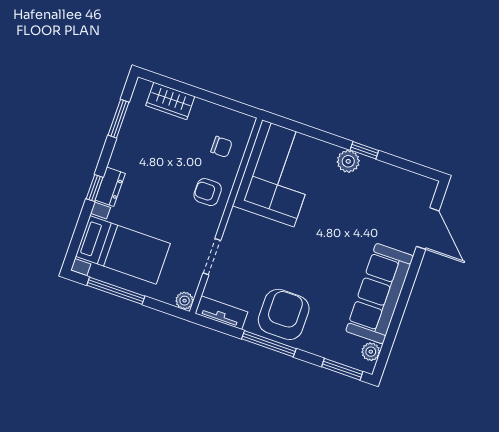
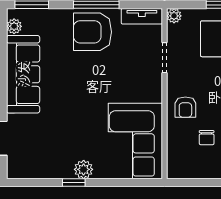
chair: (221, 147) -> (207, 138), moved, turned -90
armchair: (208, 192) -> (185, 107), turned 90
armchair: (284, 314) -> (93, 32), turned 90

